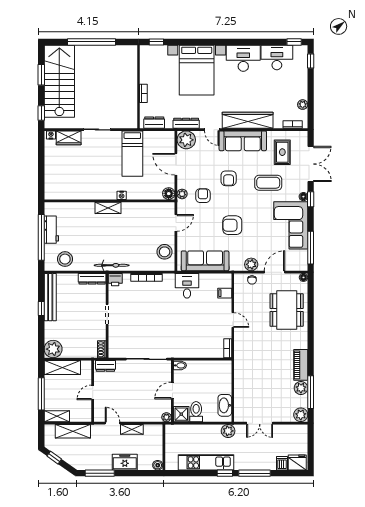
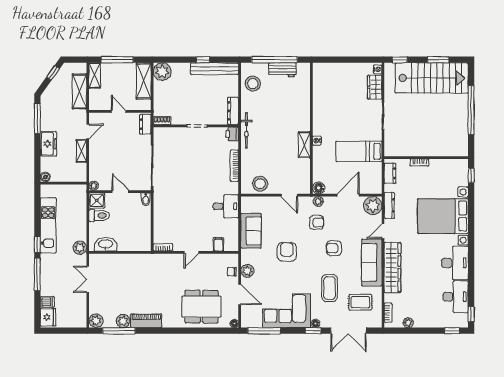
shelving: (108, 208) -> (304, 145), moved
sofa: (205, 261) -> (251, 231), width x0.73

